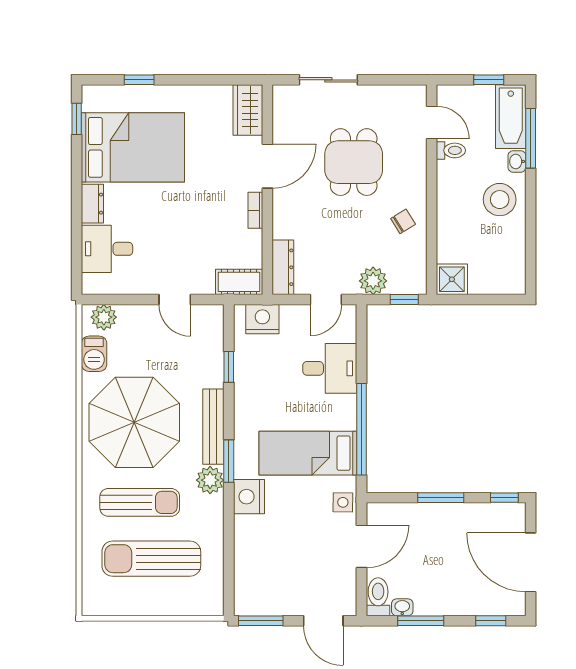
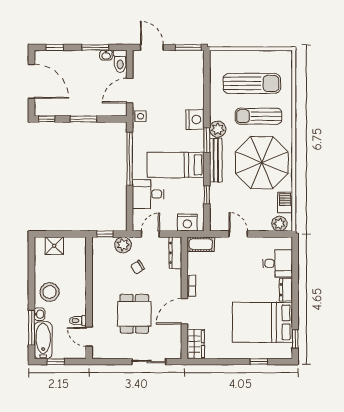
chair: (403, 221) -> (138, 267), moved
shower: (452, 279) -> (54, 246), moved
bed: (308, 453) -> (176, 165), moved, turned 180

